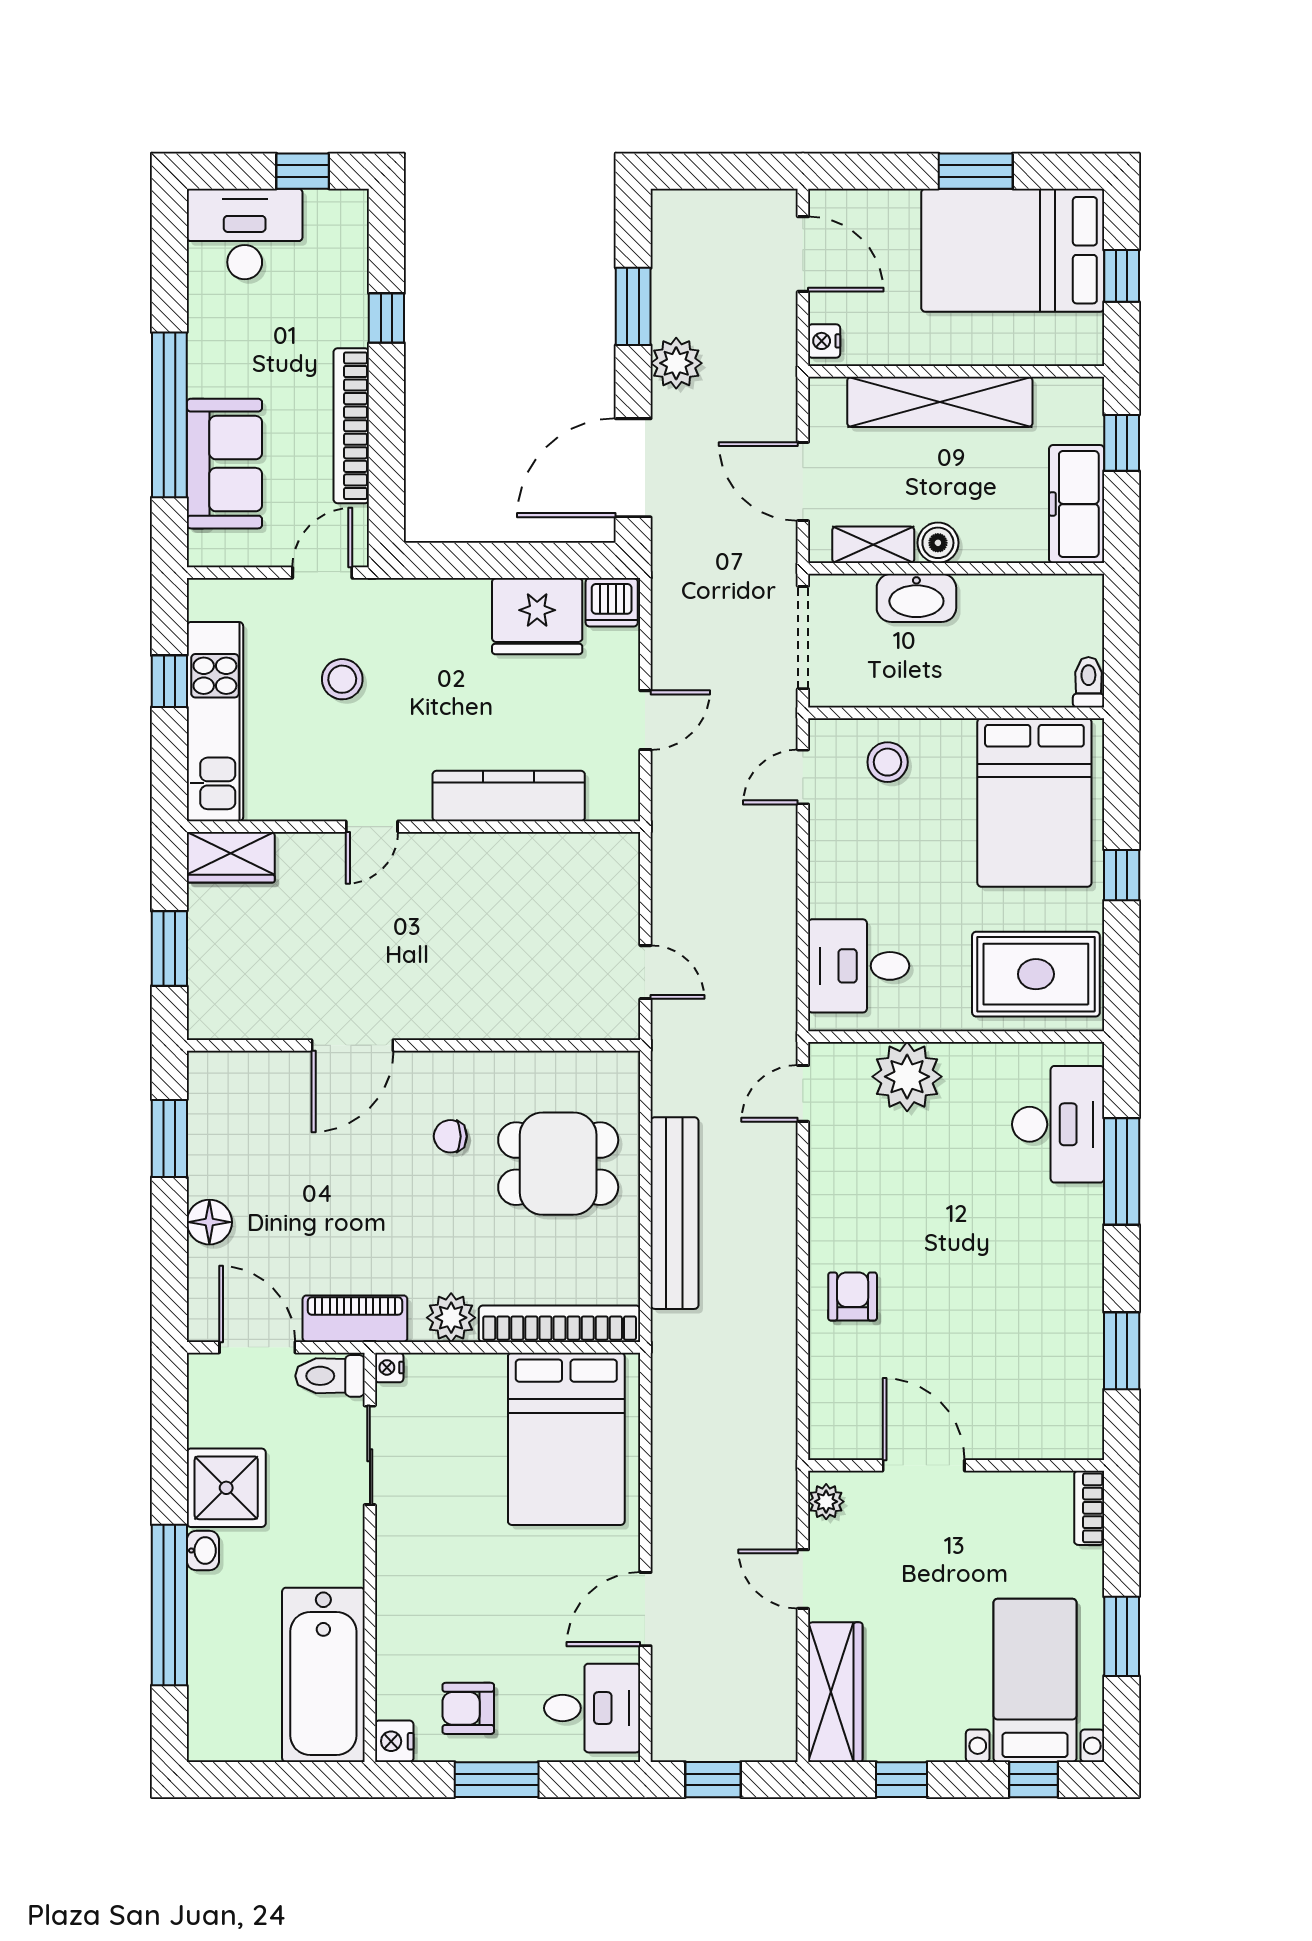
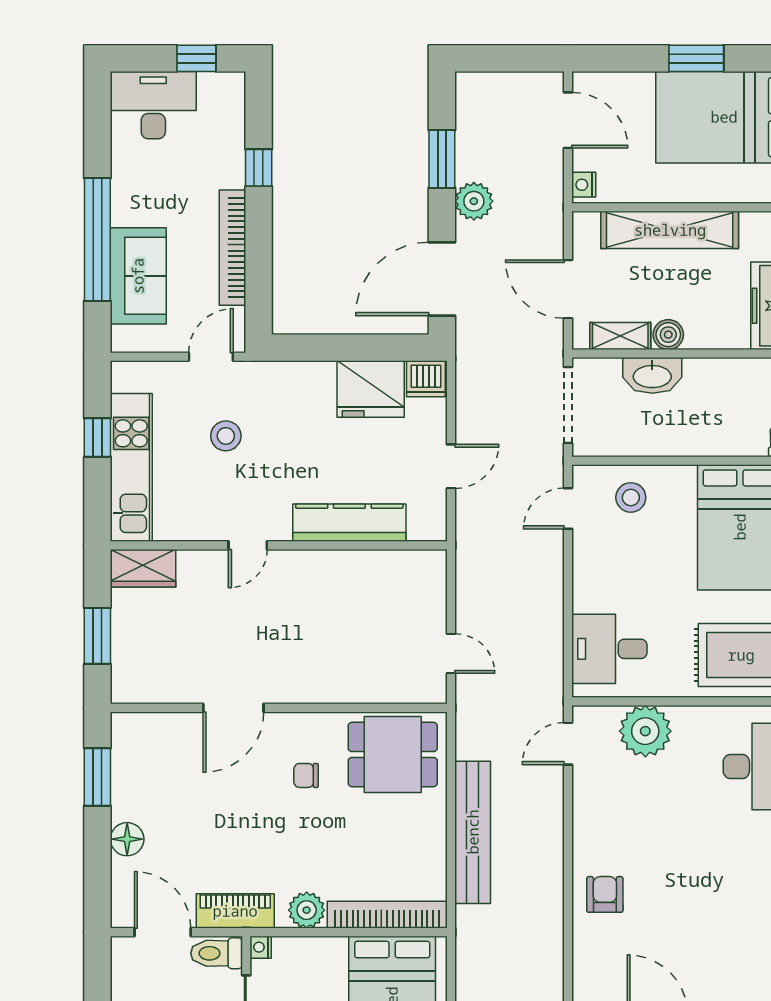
dining table: (558, 1164) -> (393, 755), moved

